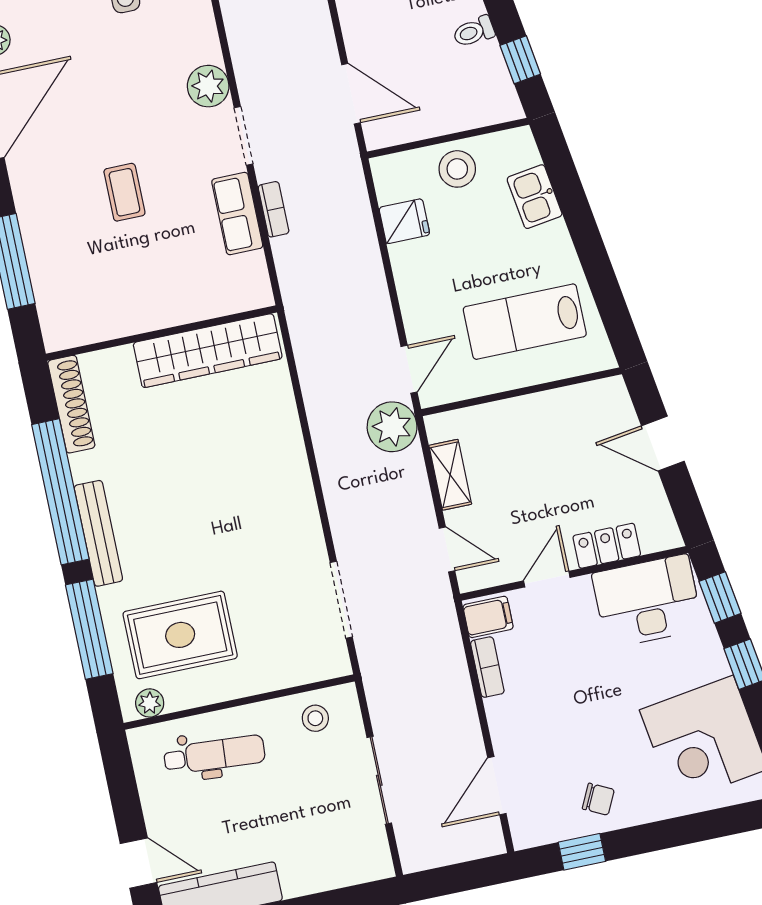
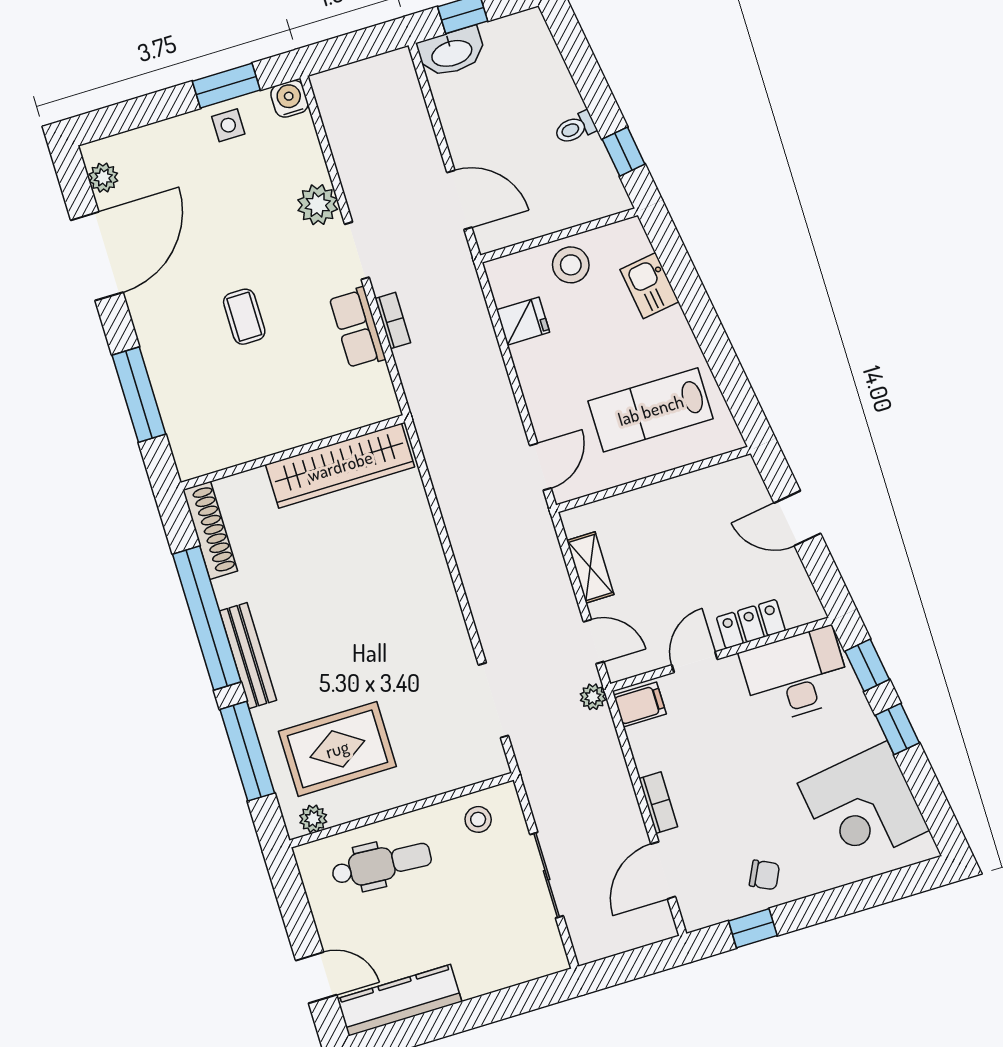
plant: (392, 427) -> (593, 697), moved, width x0.53, depth x0.53
bookcase: (487, 667) -> (658, 803), moved

